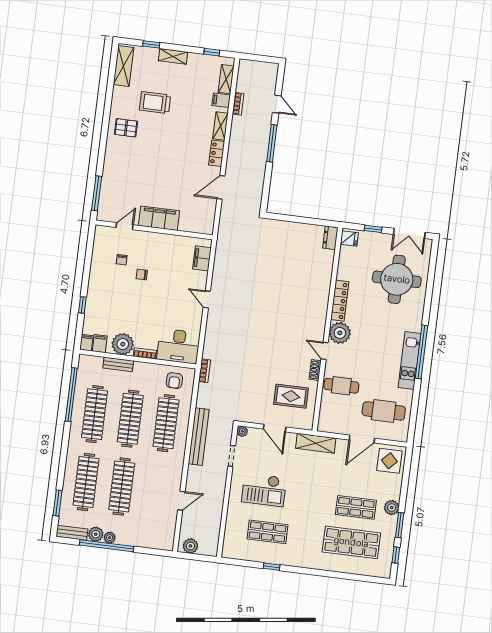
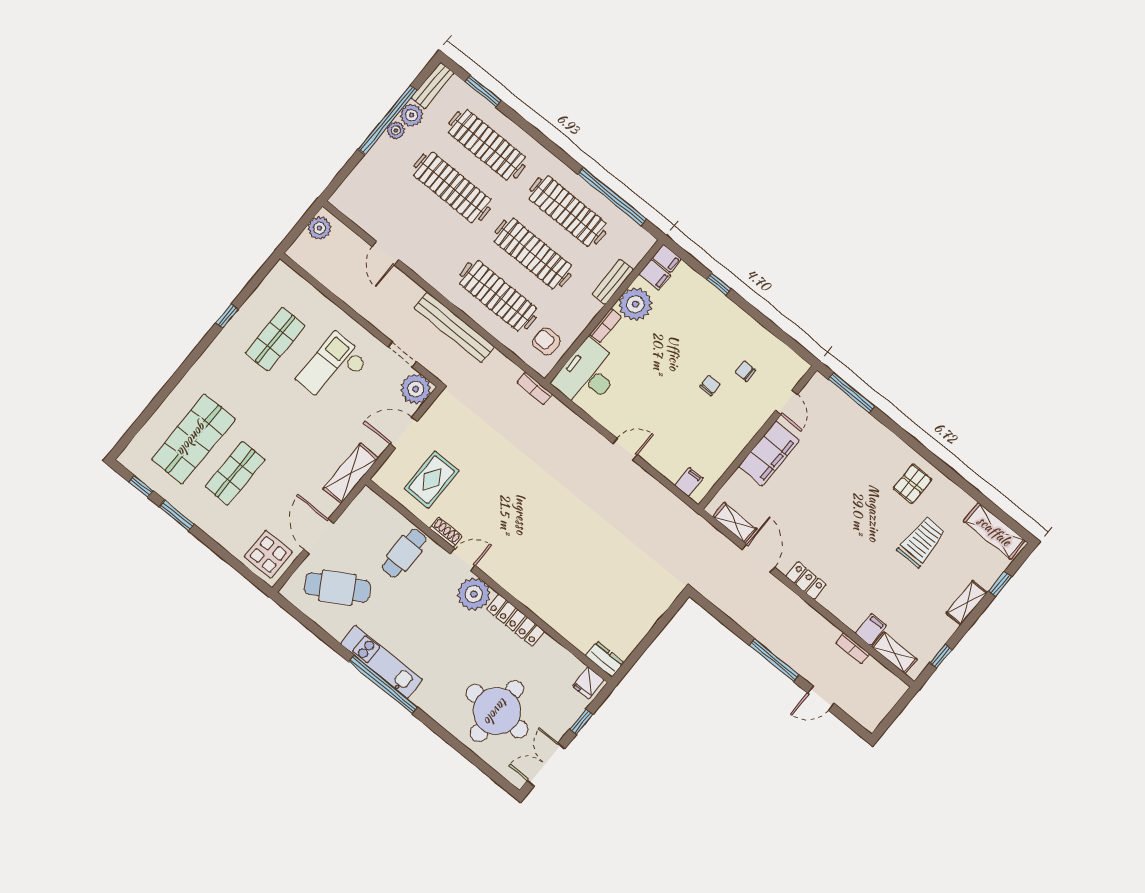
shelving: (220, 126) -> (735, 523), moved
filing cabinet: (202, 258) -> (689, 482), width x0.50
cafe table: (384, 411) -> (337, 588), turned 59
plant: (242, 431) -> (416, 389), width x1.87, depth x1.87
plant: (392, 508) -> (206, 519), removed

